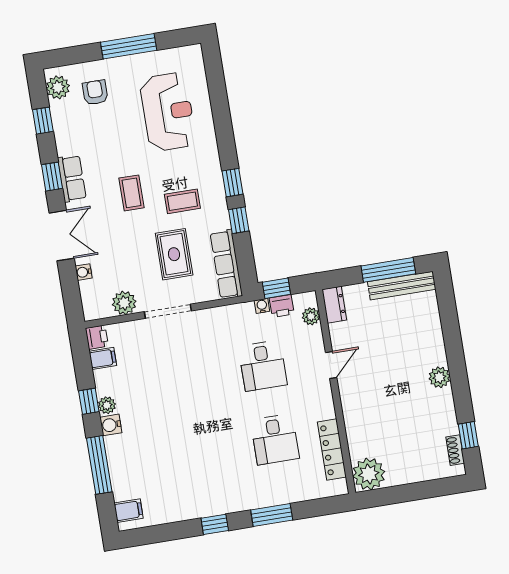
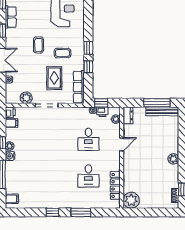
row of seats: (72, 178) -> (11, 17), moved

